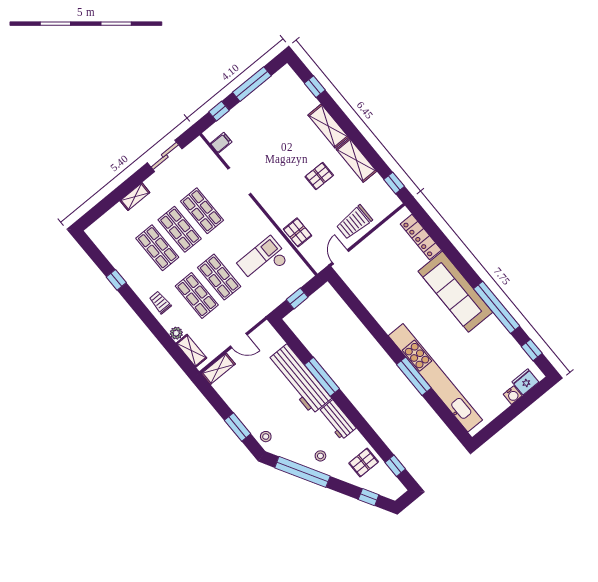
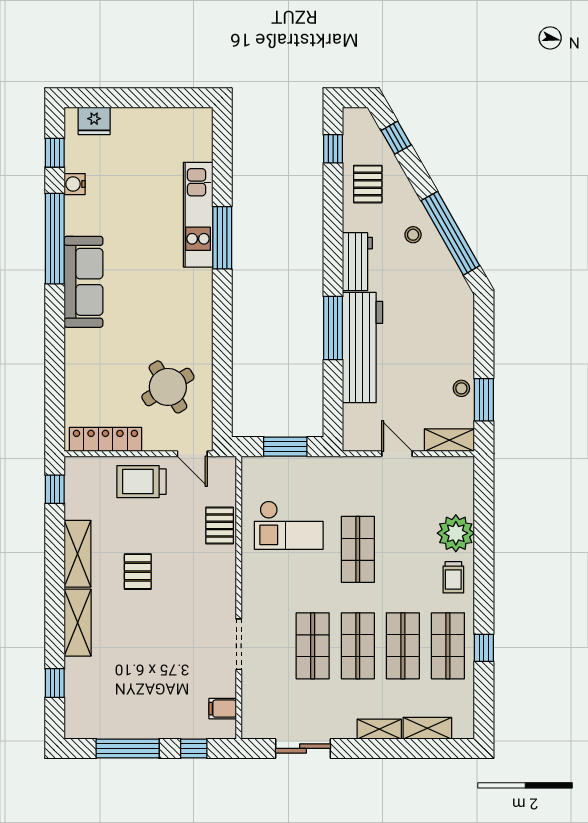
pallet: (319, 176) -> (138, 572), turned 90
trolley: (354, 222) -> (141, 482), turned 180
locker: (421, 237) -> (105, 439), moved, turned -90
door: (340, 257) -> (192, 454), hinge flipped
round table: (380, 280) -> (168, 387), added
sofa: (455, 292) -> (84, 282), width x0.74, depth x0.79
shop shelf: (197, 296) -> (448, 646), moved
window: (297, 298) -> (285, 447), width x1.50
plant: (176, 333) -> (456, 533), width x1.87, depth x1.87
shelving: (191, 351) -> (427, 728), moved, turned 90
kitchen unit: (435, 378) -> (198, 215), width x0.54
water cooler: (513, 395) -> (75, 184), moved, turned -90
window: (238, 427) -> (484, 400), moved
stool: (266, 437) -> (461, 388), moved
pallet: (364, 463) -> (368, 184), turned 90

